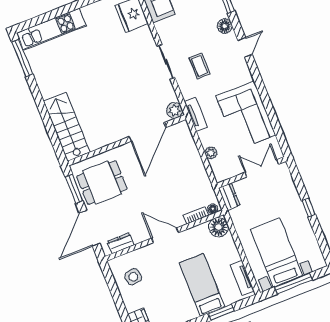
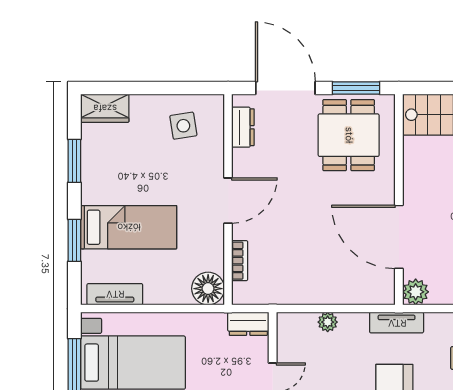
floor lamp: (213, 209) -> (240, 291), removed

